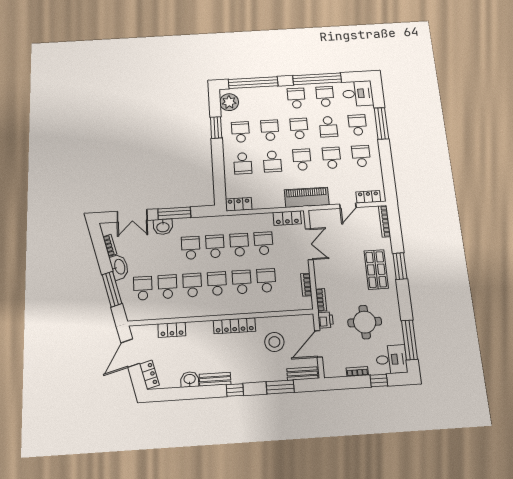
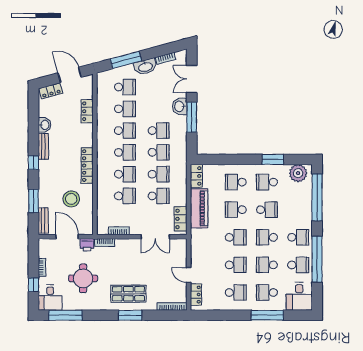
school desk: (357, 125) -> (267, 293), turned 180
school desk: (299, 128) -> (267, 237), turned 180
school desk: (241, 132) -> (267, 182), turned 180
piano: (307, 197) -> (199, 208), moved

